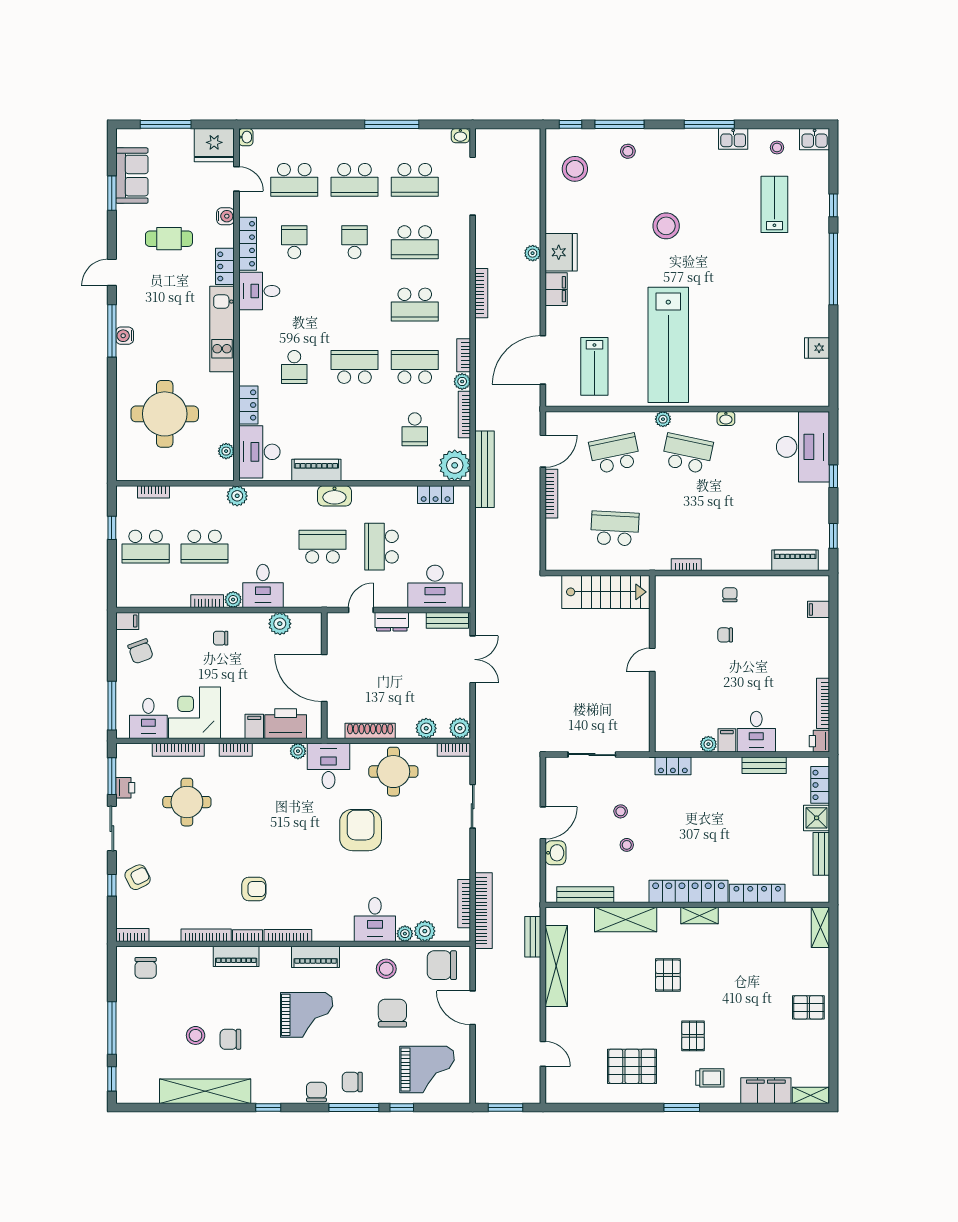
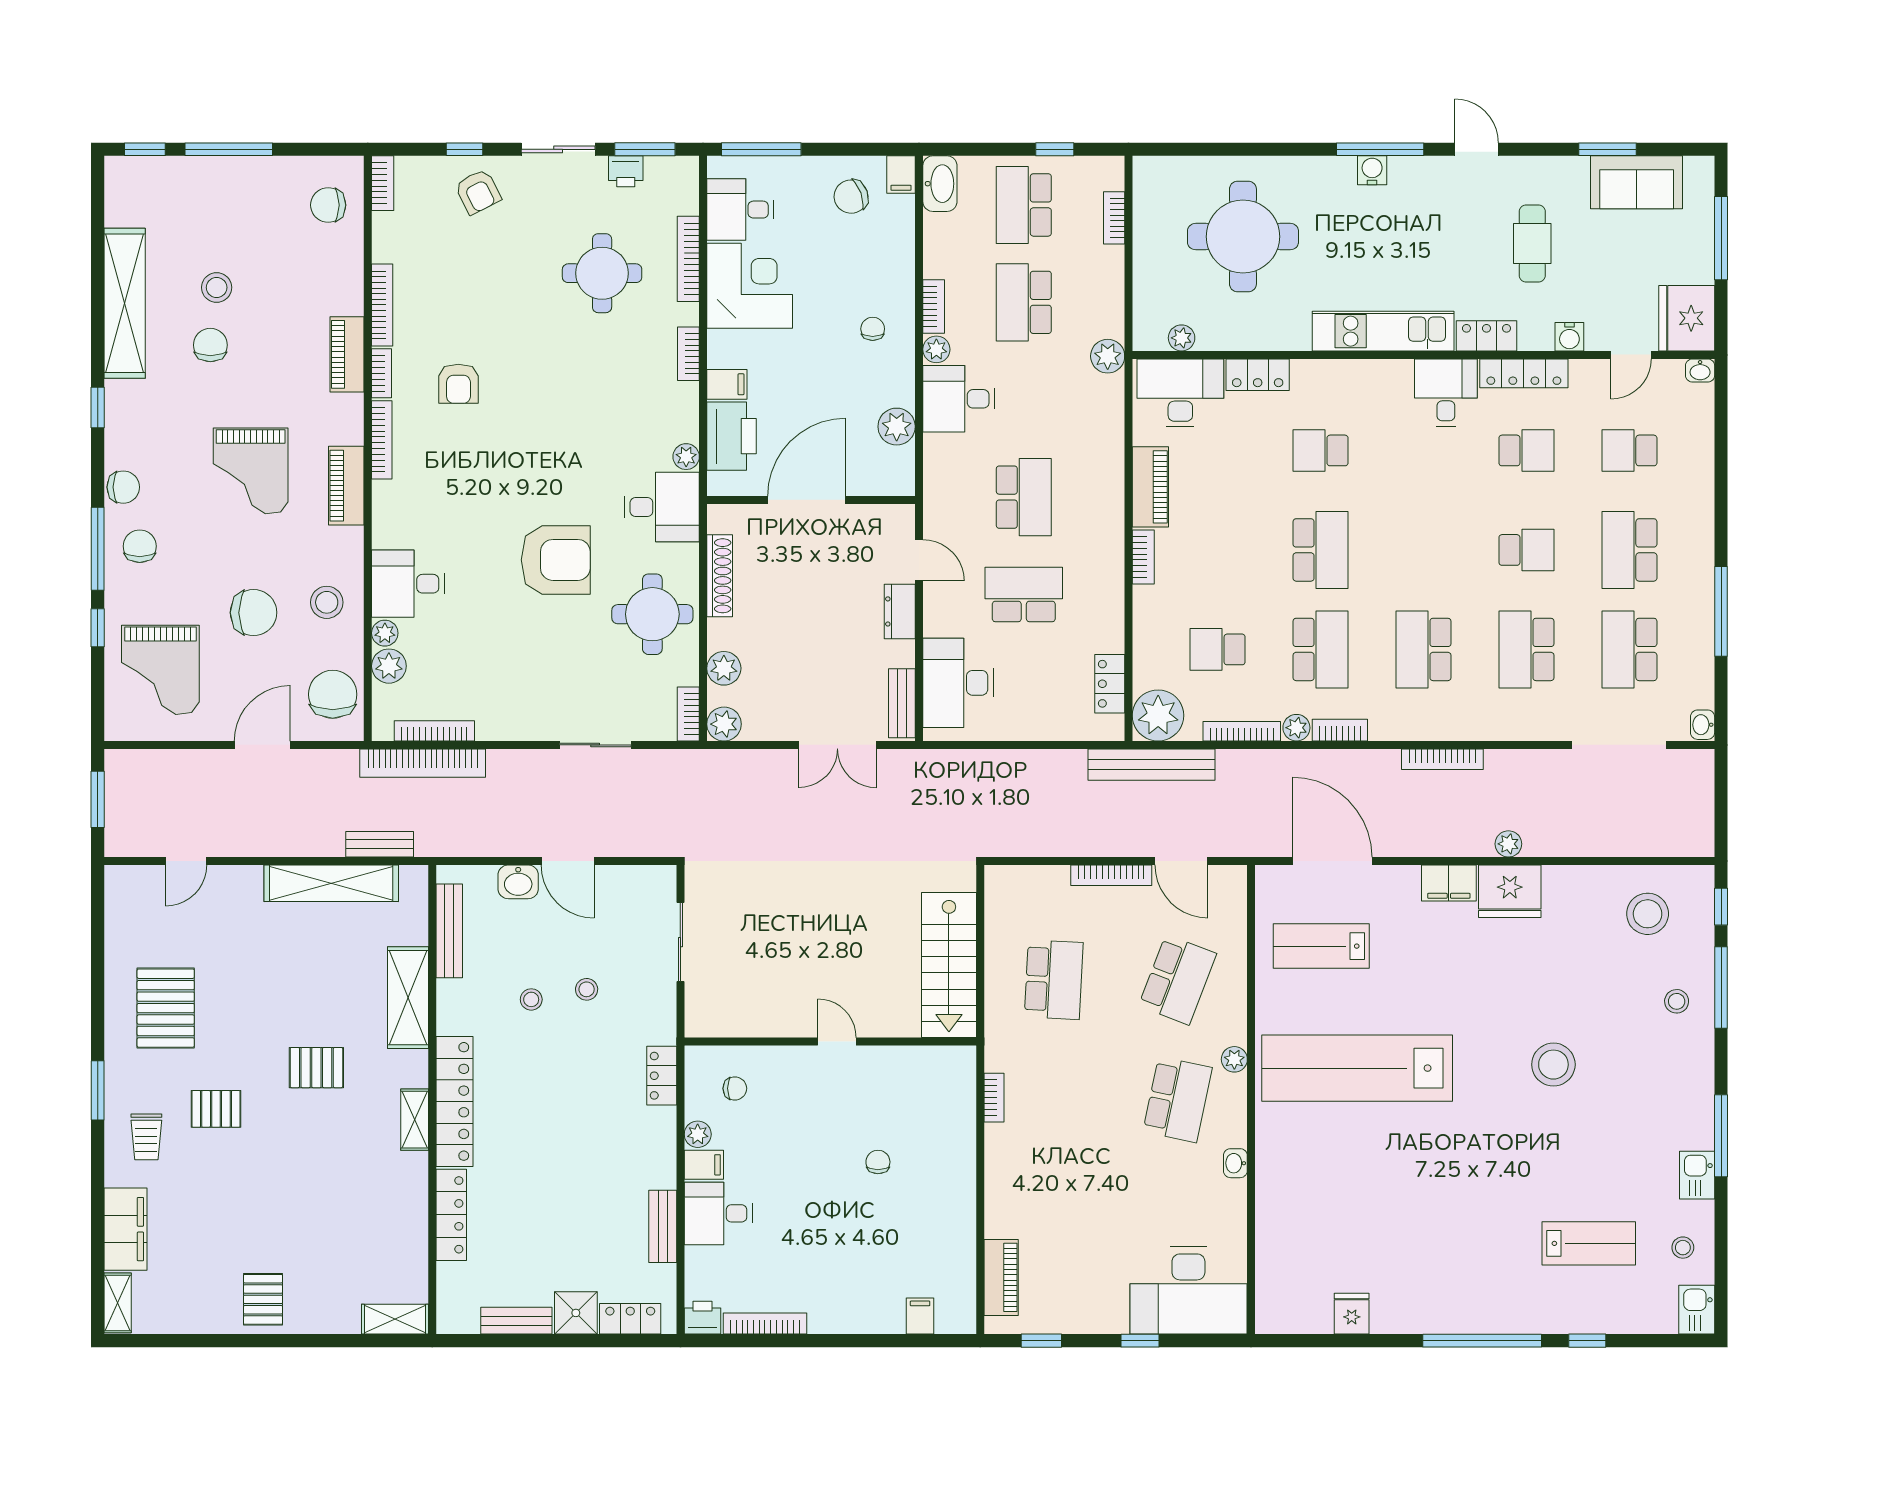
school desk: (294, 180) -> (1629, 450), width x0.54
school desk: (615, 454) -> (1178, 980), turned 33
bookcase: (359, 474) -> (1143, 557), added
washbasin: (334, 496) -> (940, 184), moved, turned 180
chair: (730, 595) -> (735, 1088), moved

